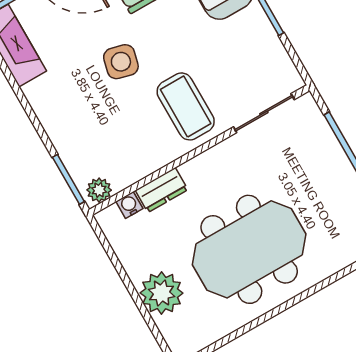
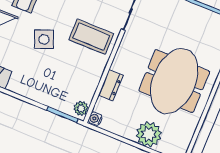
side table: (121, 62) -> (44, 39), turned -36
water cooler: (129, 205) -> (95, 119), moved

